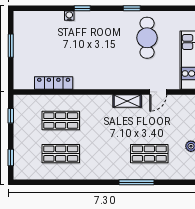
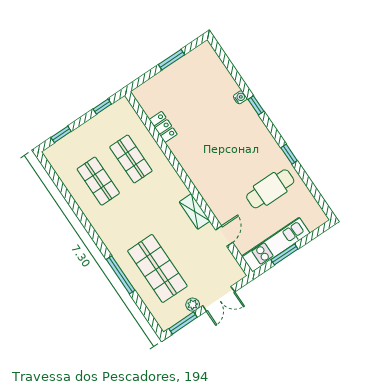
locker: (54, 83) -> (163, 127), width x0.66
door: (158, 92) -> (224, 236), swing flipped
shop shelf: (149, 154) -> (157, 268), width x1.43, depth x1.36

